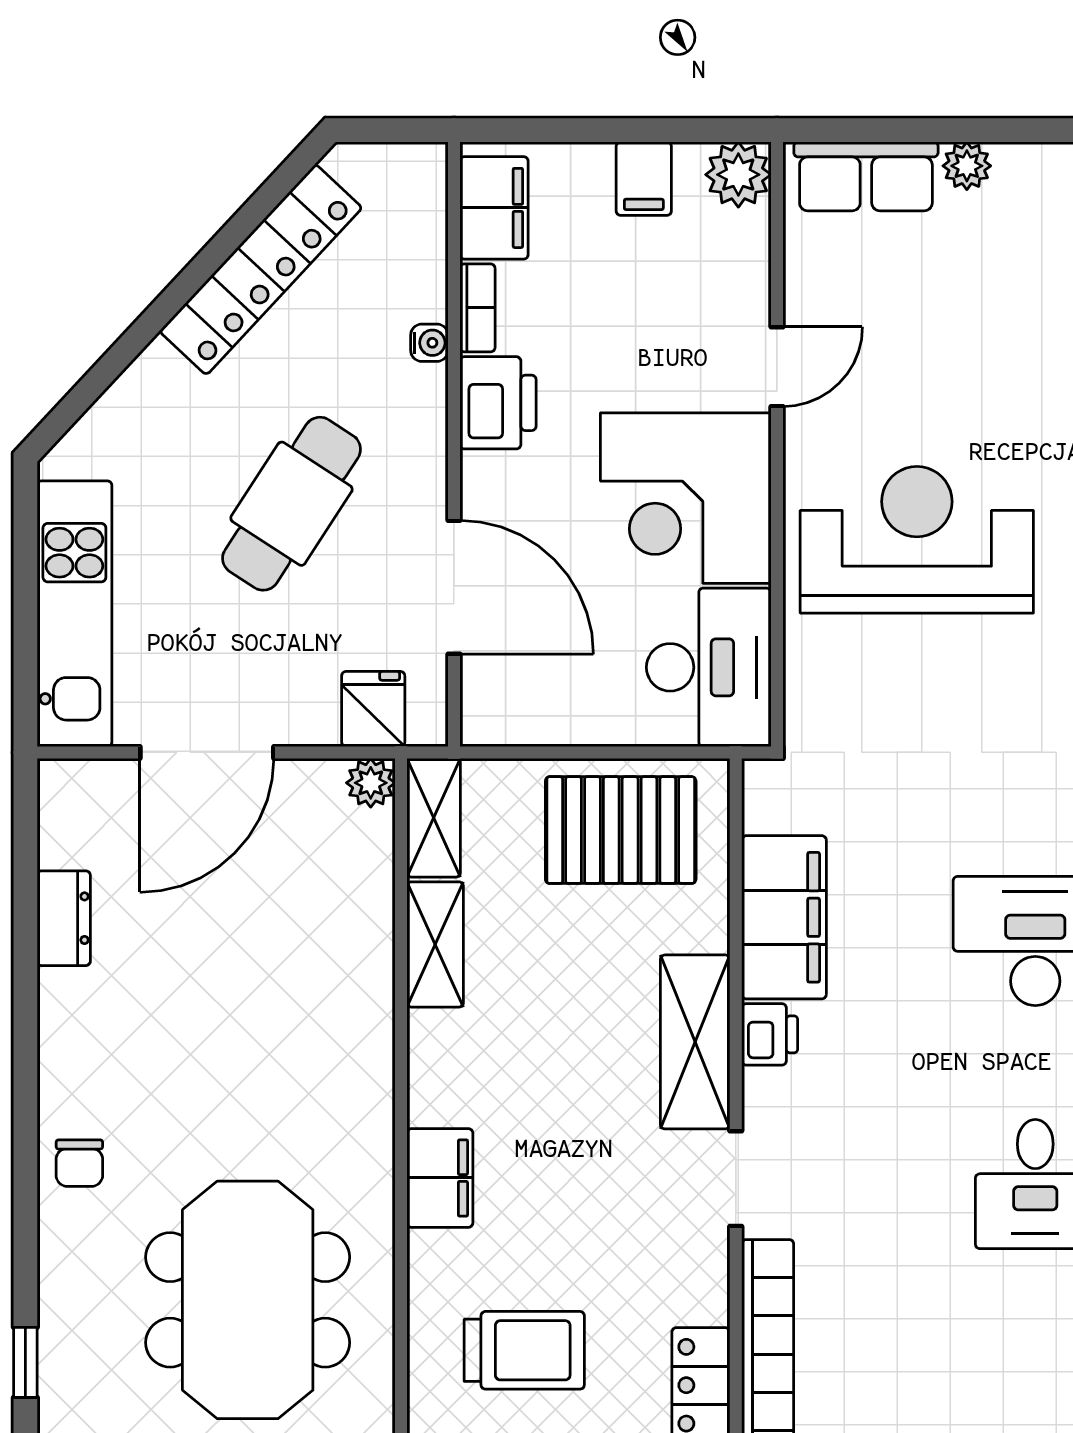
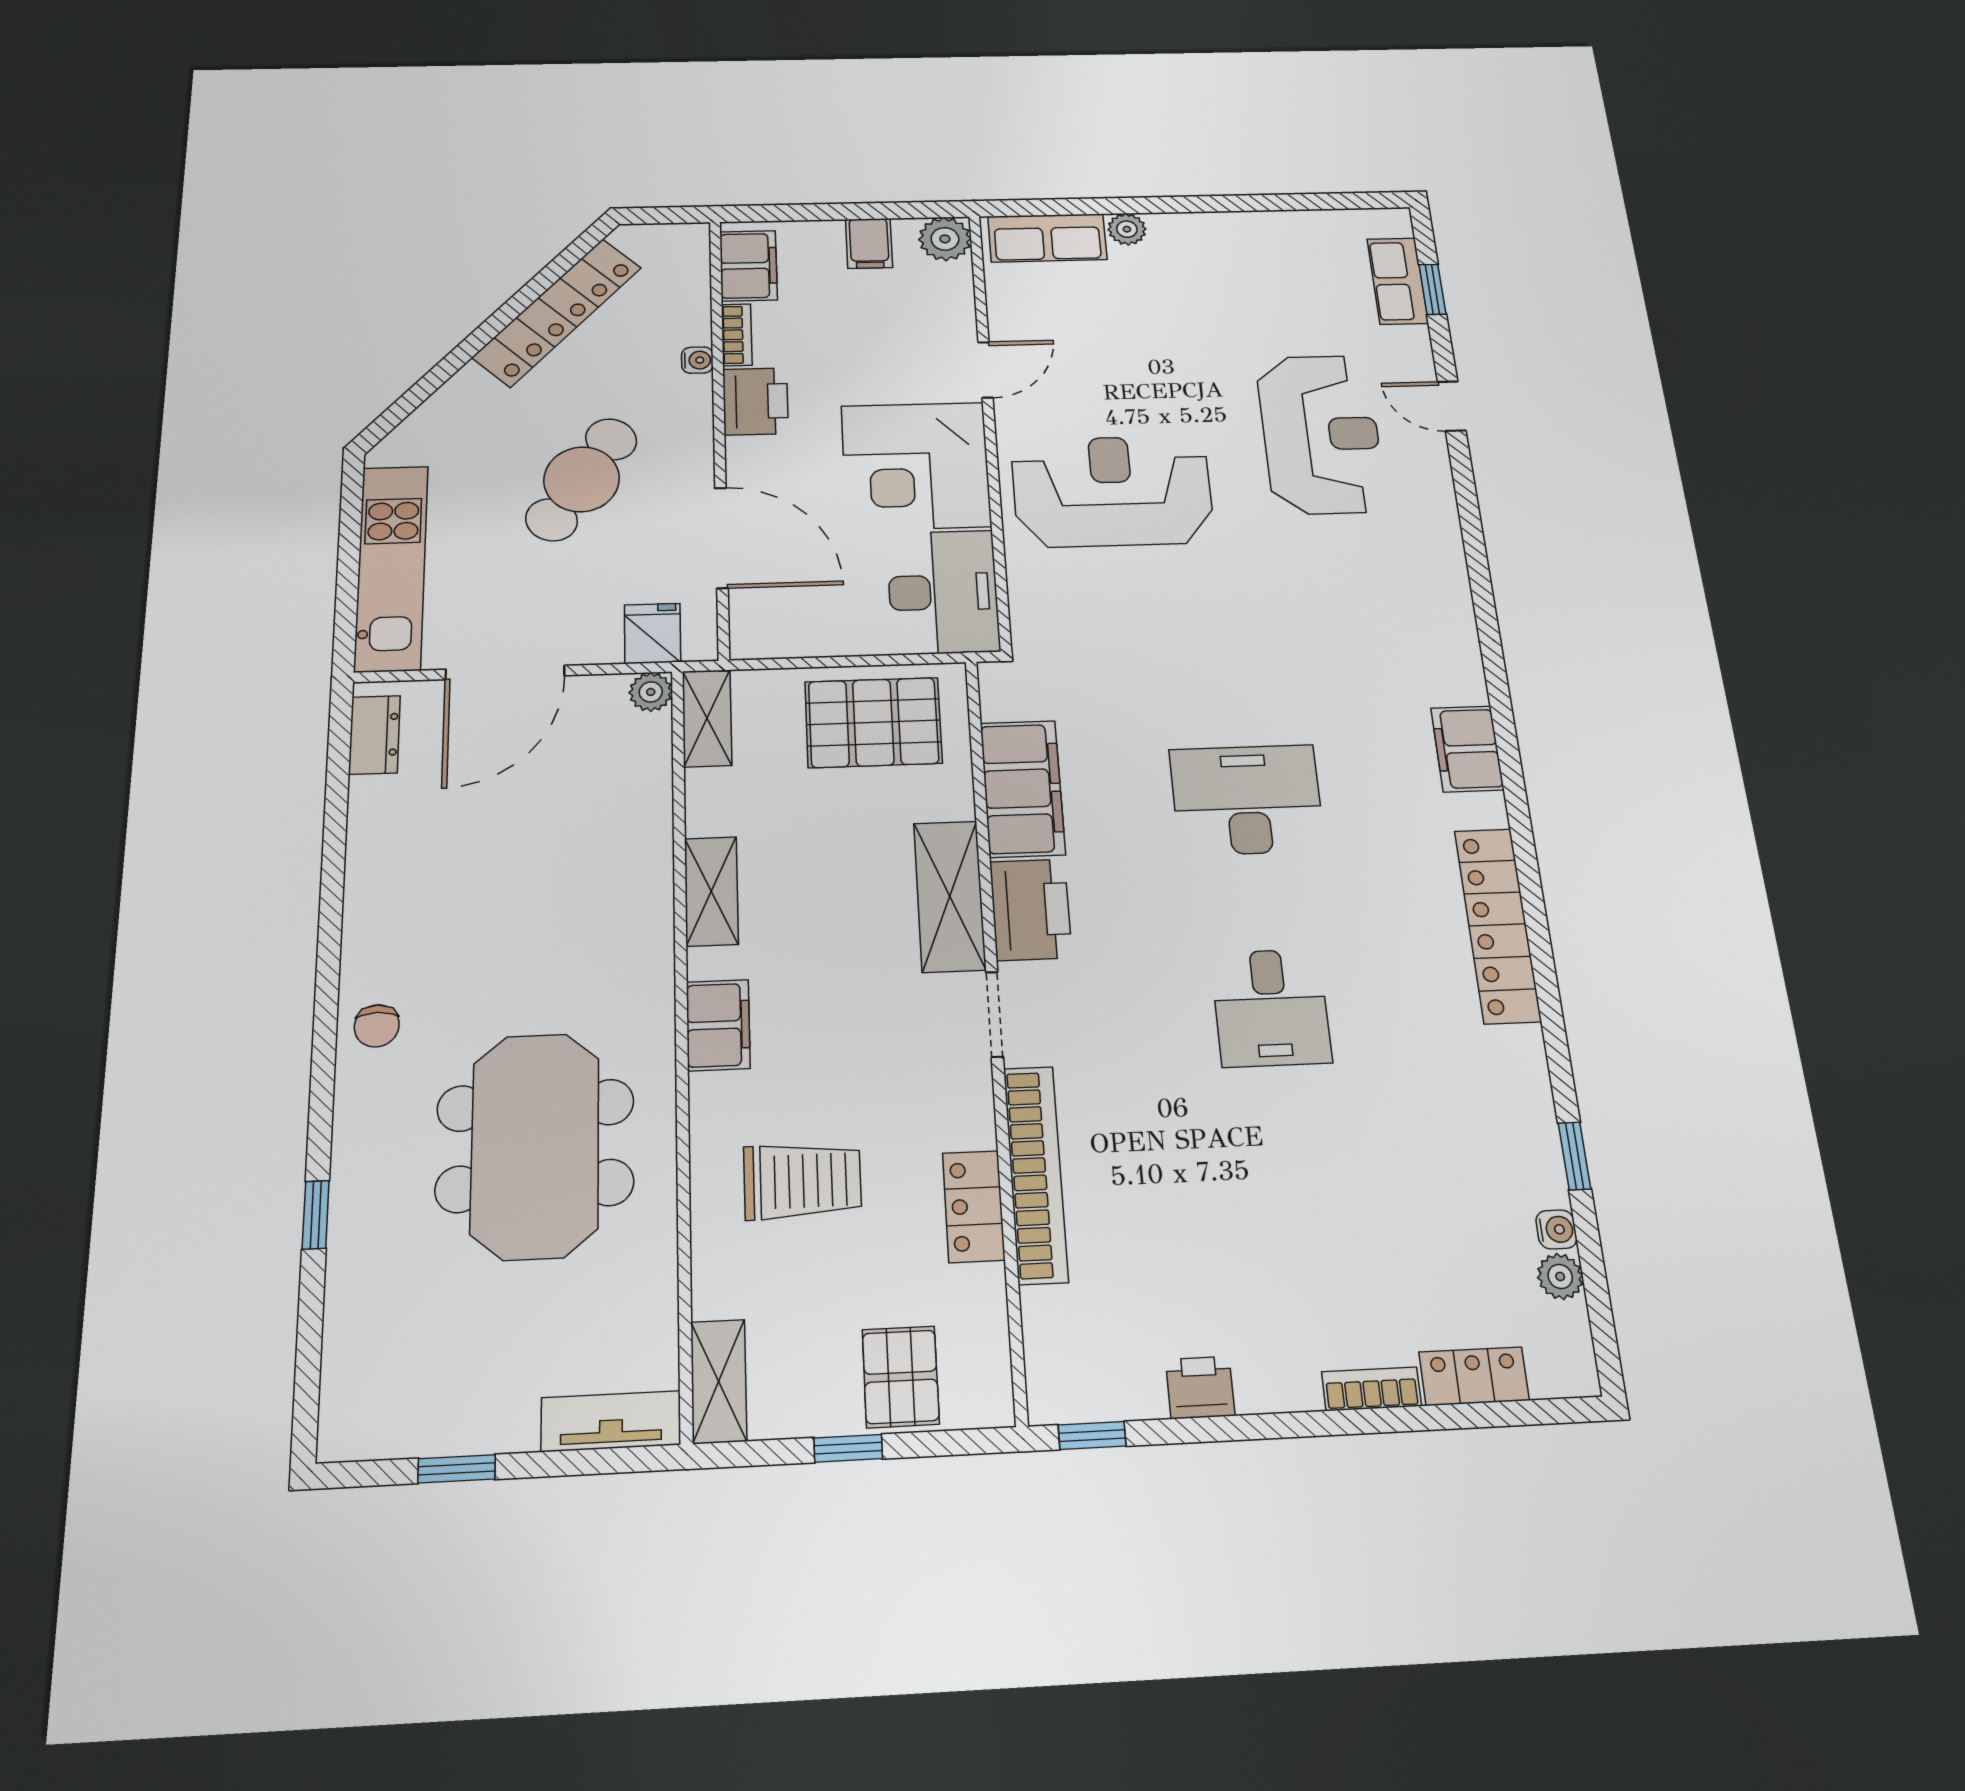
dresser: (64, 918) -> (375, 735), moved
shelving: (435, 944) -> (711, 891), moved
printer: (770, 1034) -> (1031, 910), width x1.87, depth x1.48

